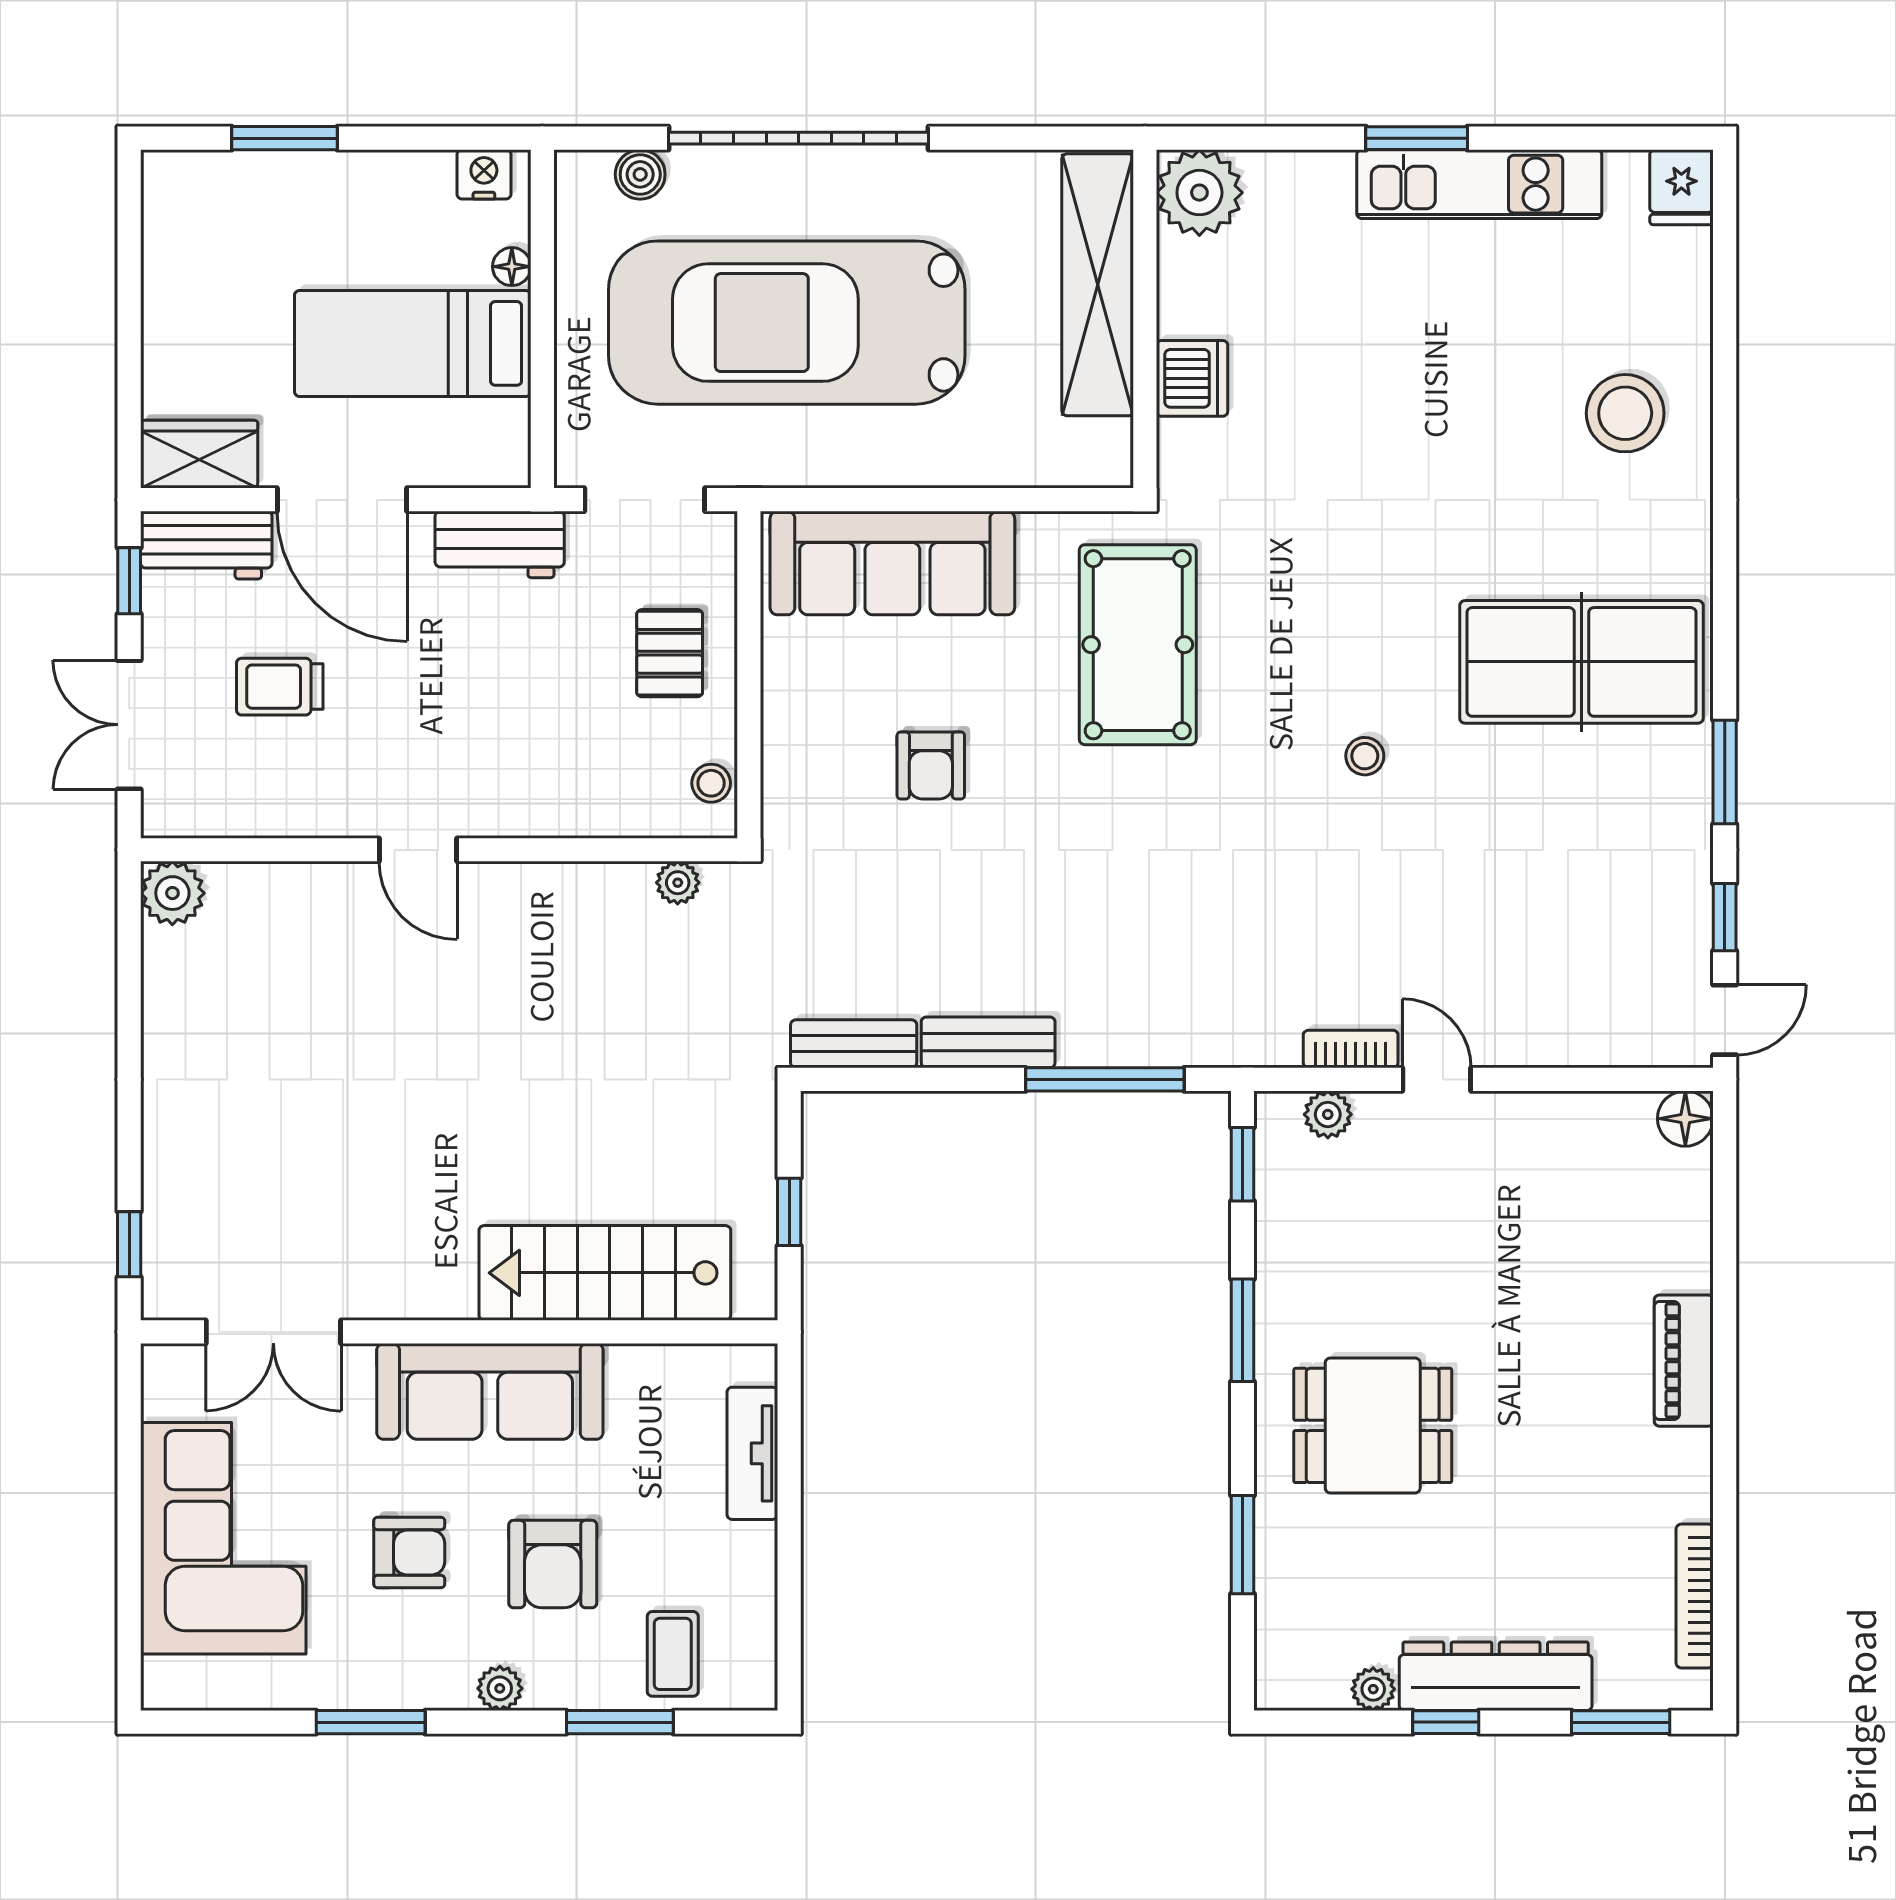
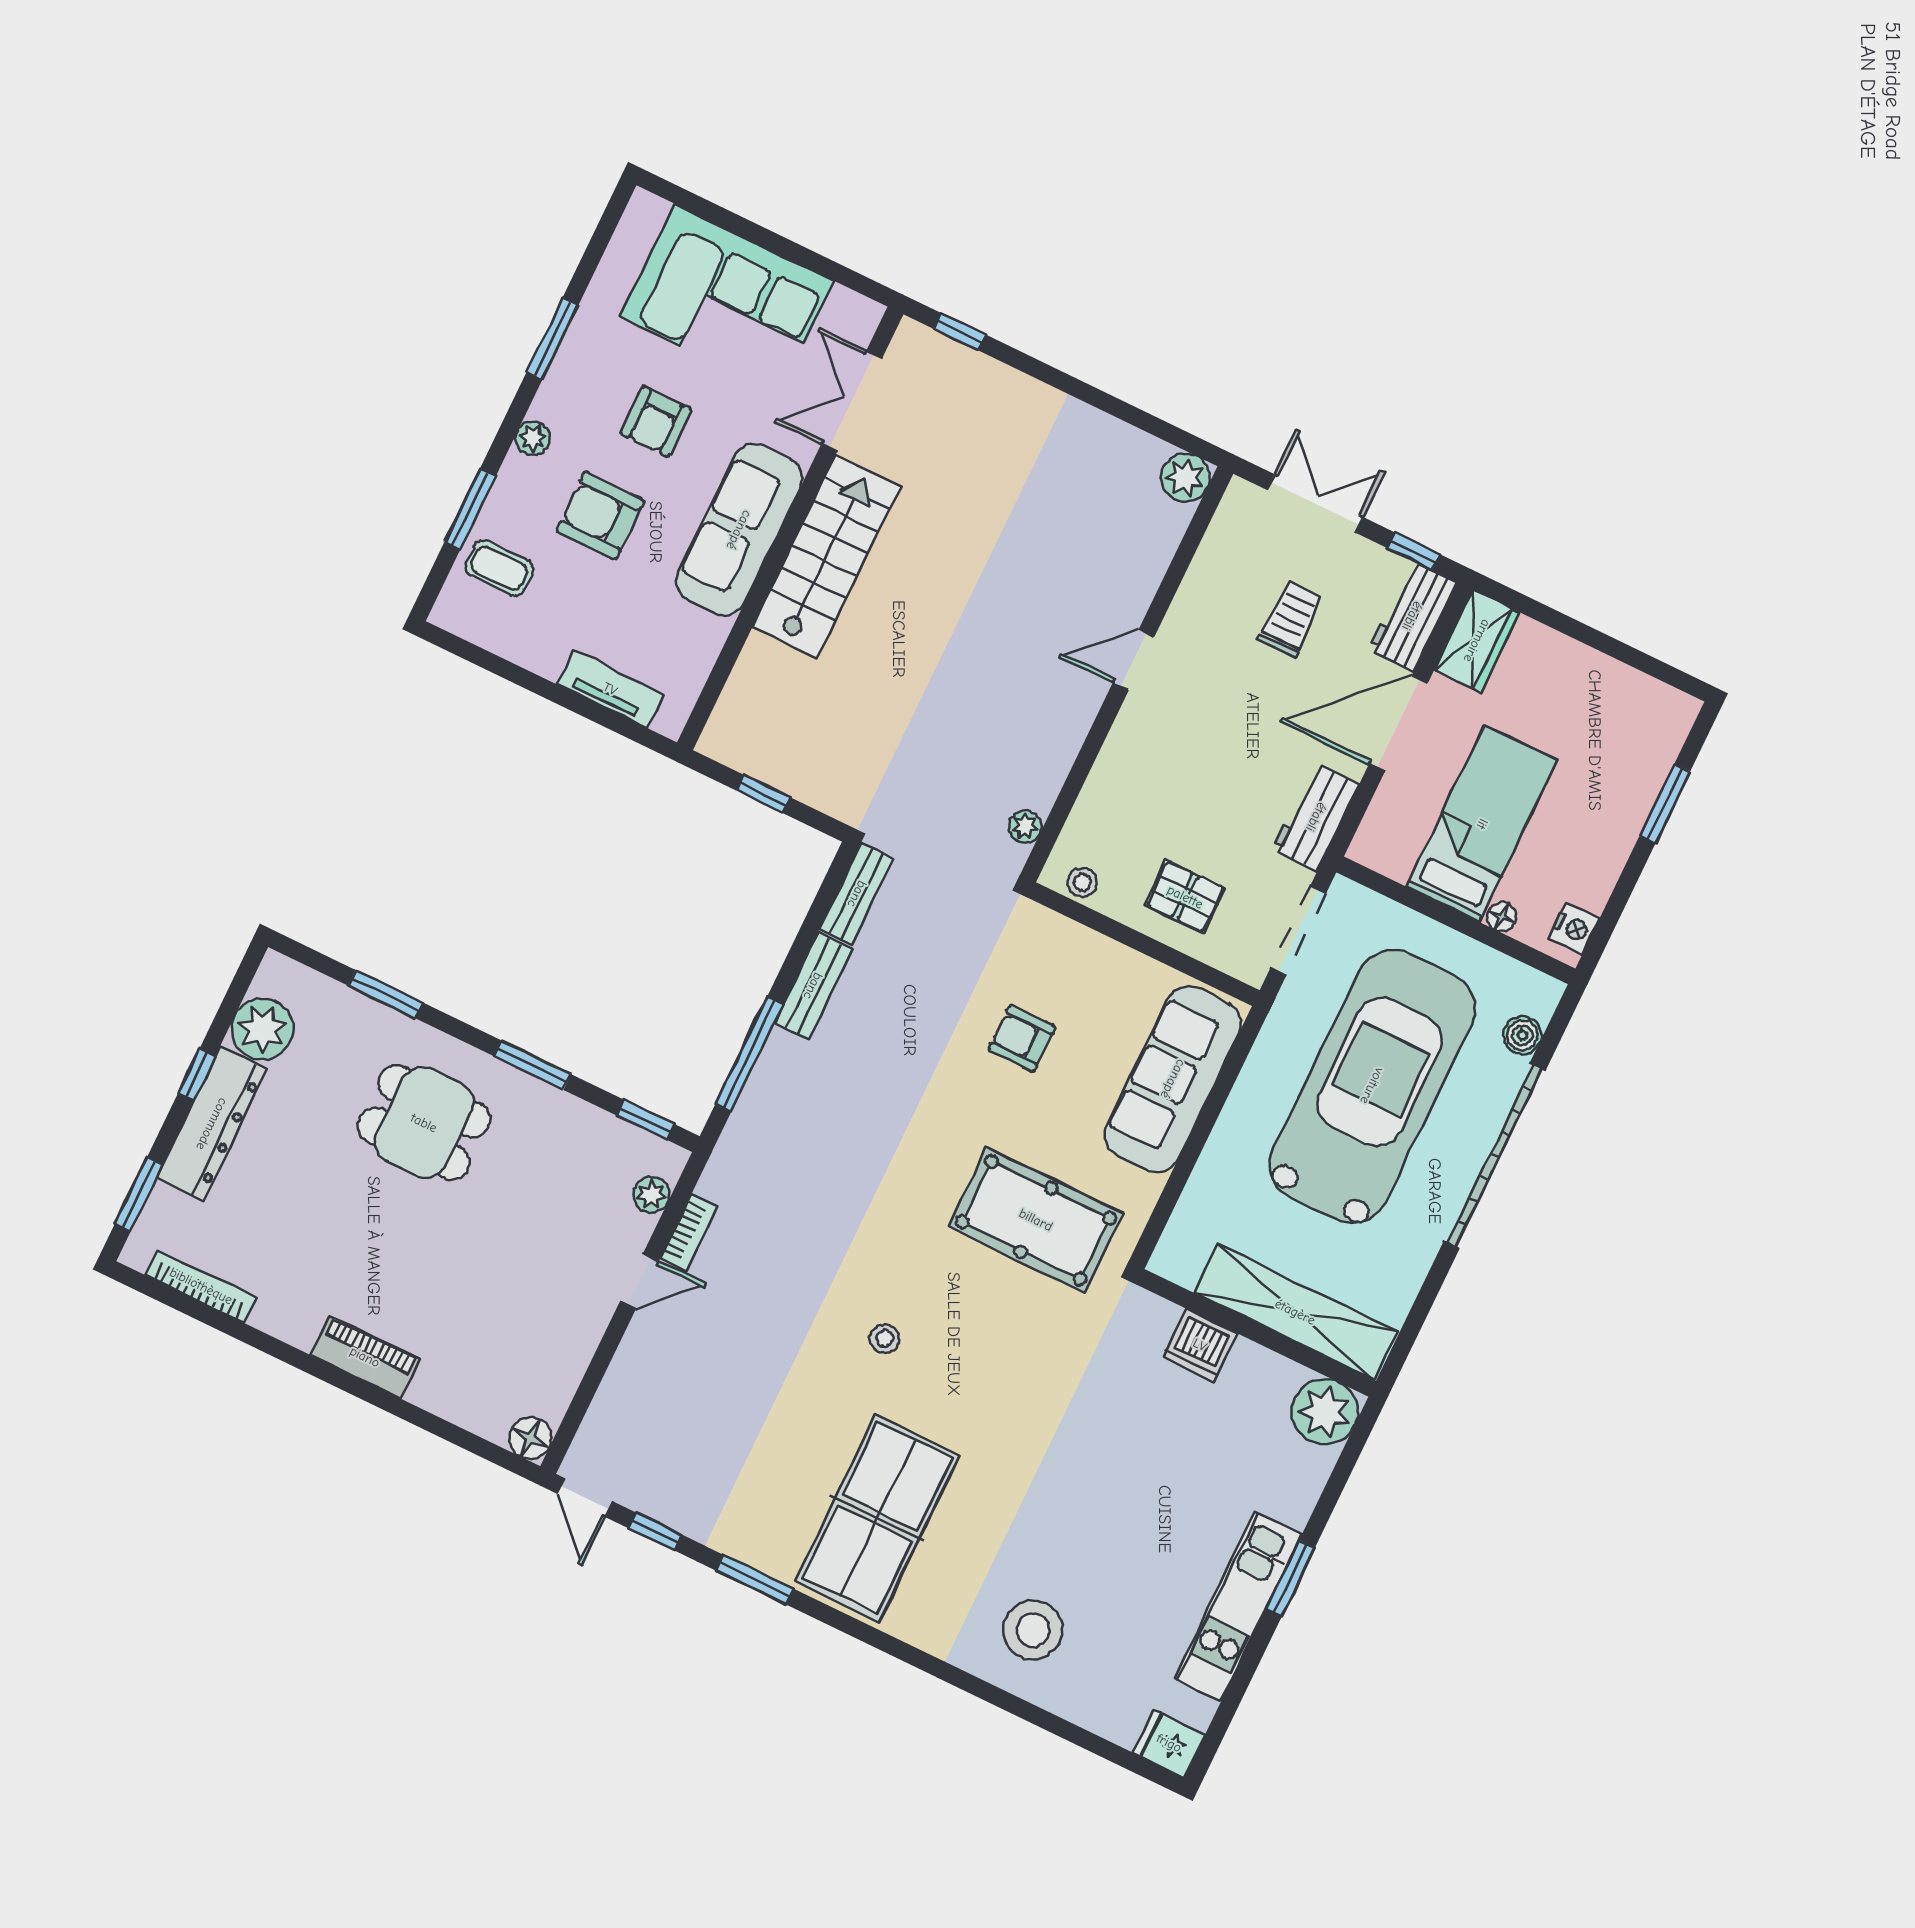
stairs: (605, 1273) -> (826, 557), moved
dining table: (1373, 1425) -> (424, 1123), turned 90
plant: (1373, 1689) -> (262, 1029), width x1.87, depth x1.87

